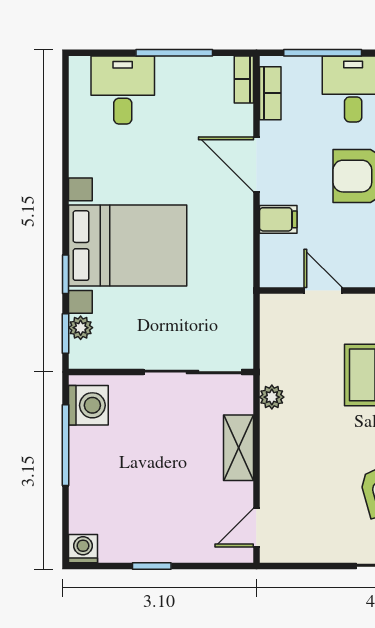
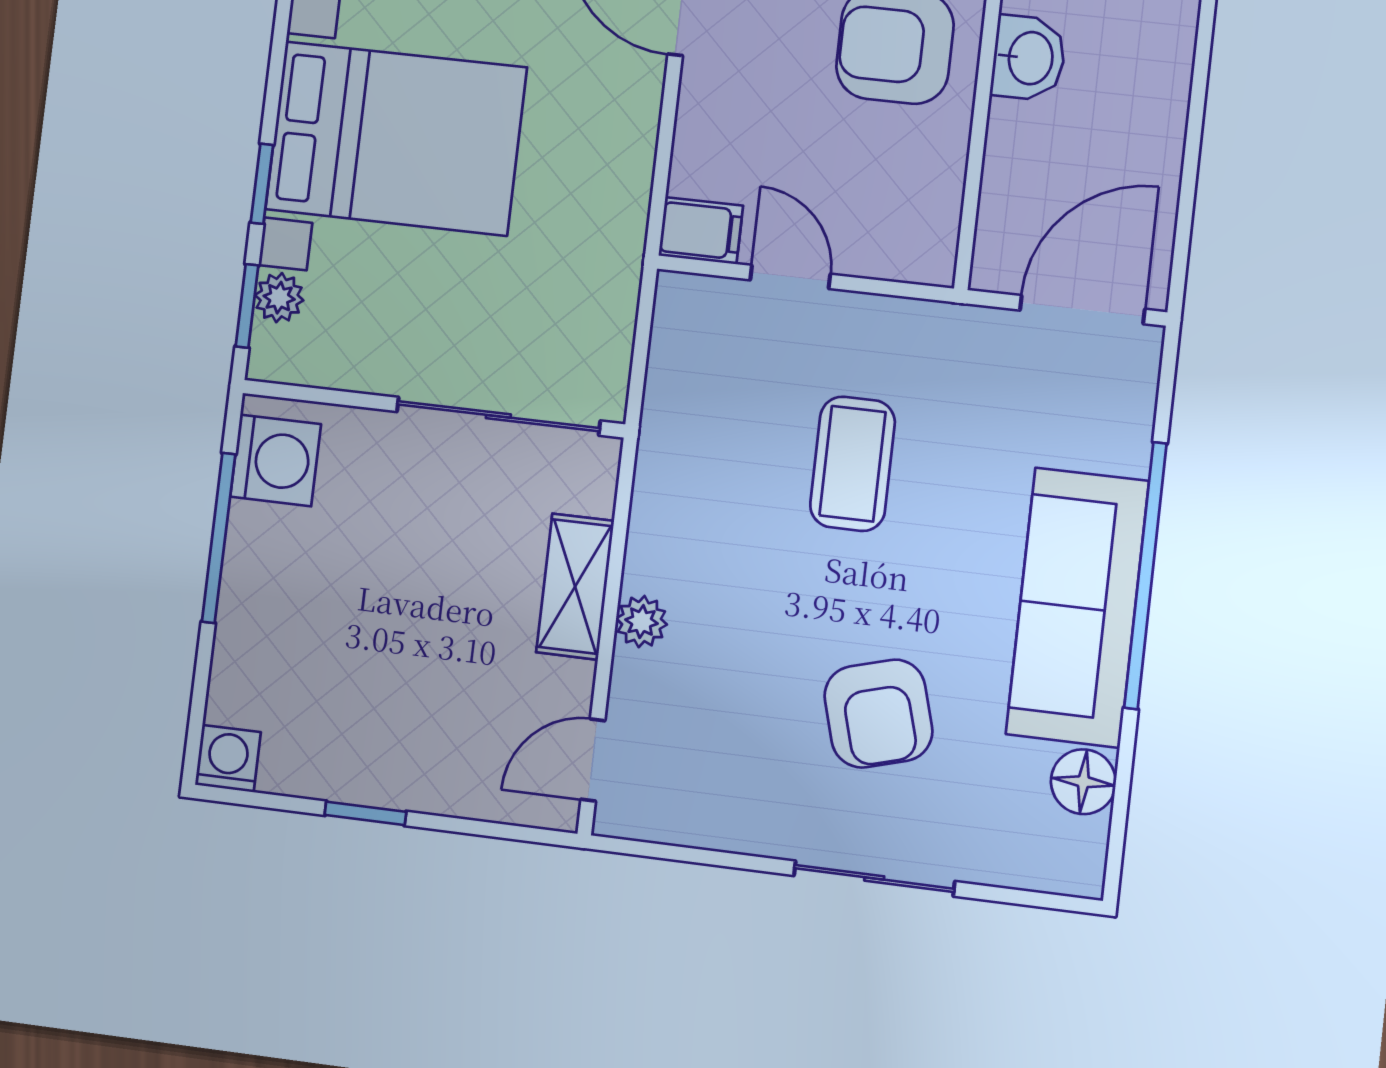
filing cabinet: (278, 219) -> (701, 231), moved
plant: (272, 397) -> (642, 622), moved

